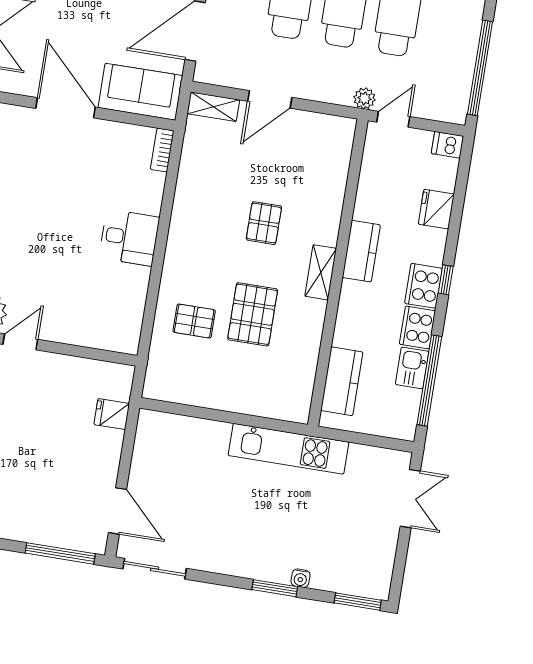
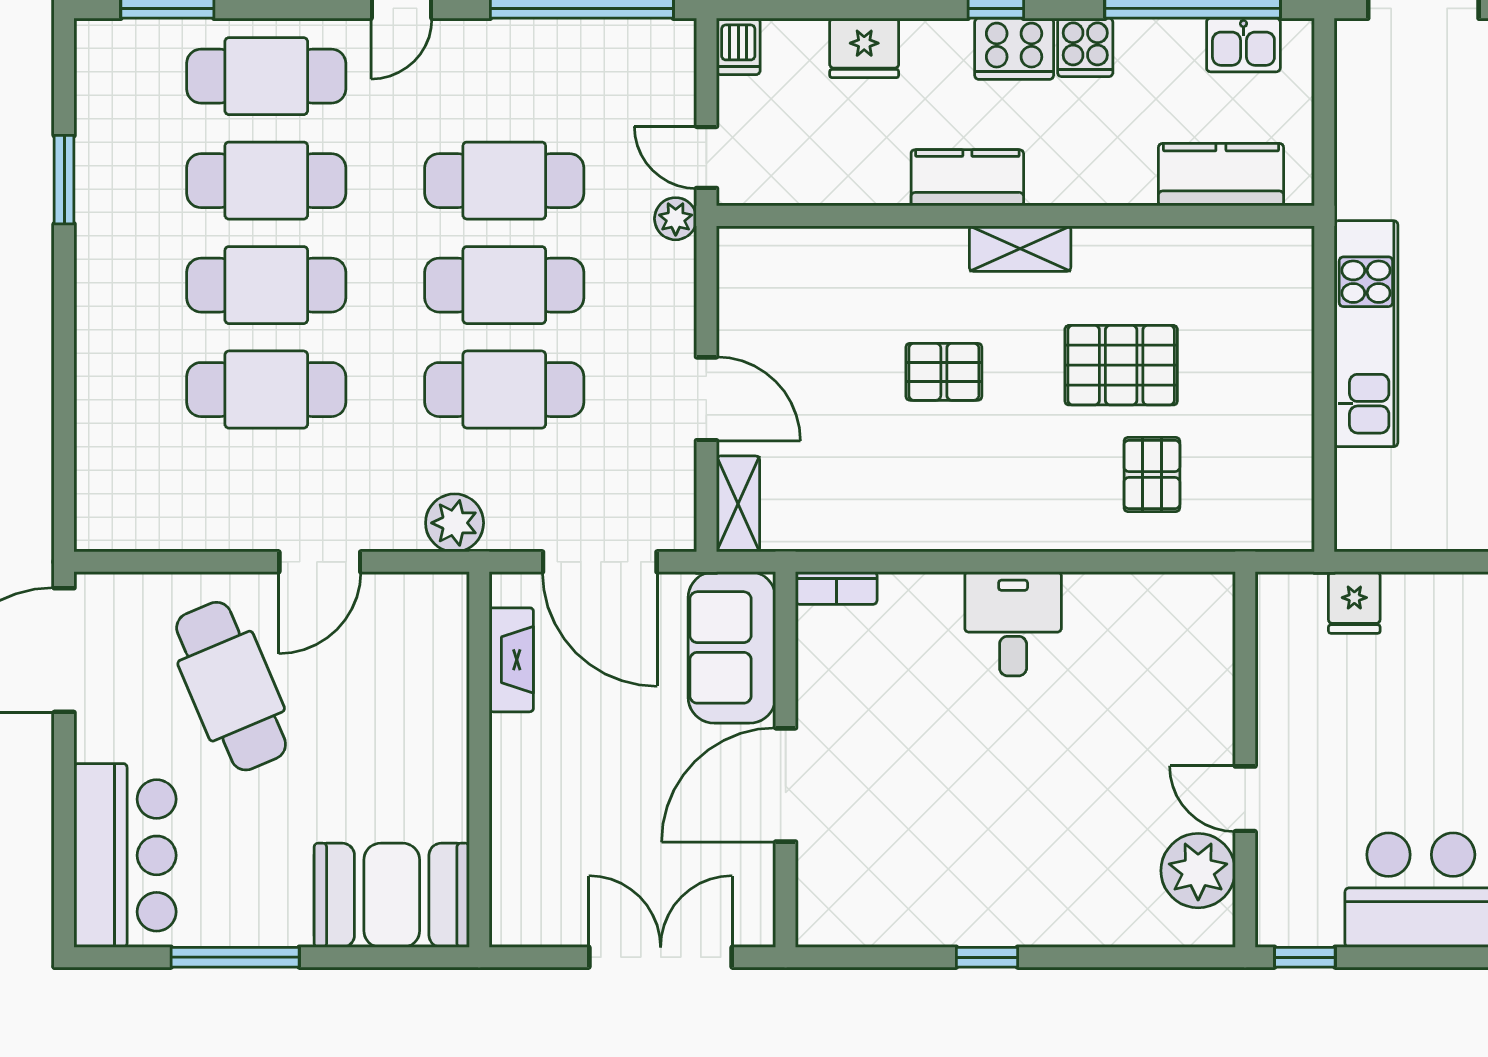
cooker: (417, 327) -> (1085, 47), width x0.73
kitchen sink: (412, 368) -> (1243, 45), moved
kitchen unit: (289, 449) -> (1366, 334), moved

